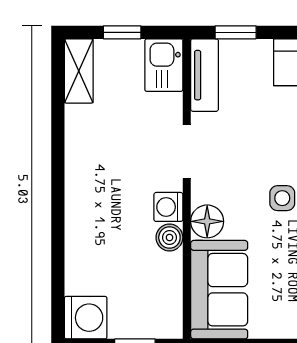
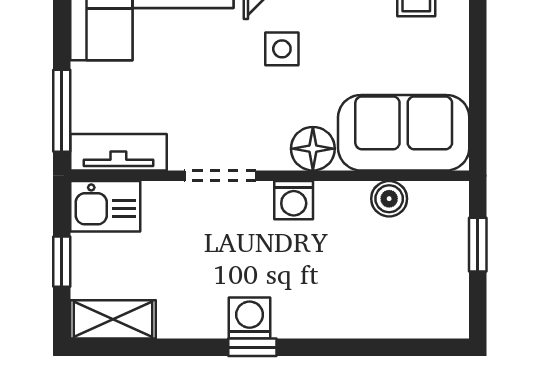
window: (236, 32) -> (62, 111), width x1.50
window: (58, 176) -> (252, 347), added
boiler: (169, 238) -> (389, 199), moved
washing machine: (86, 318) -> (250, 318), moved, width x0.73, depth x0.73

